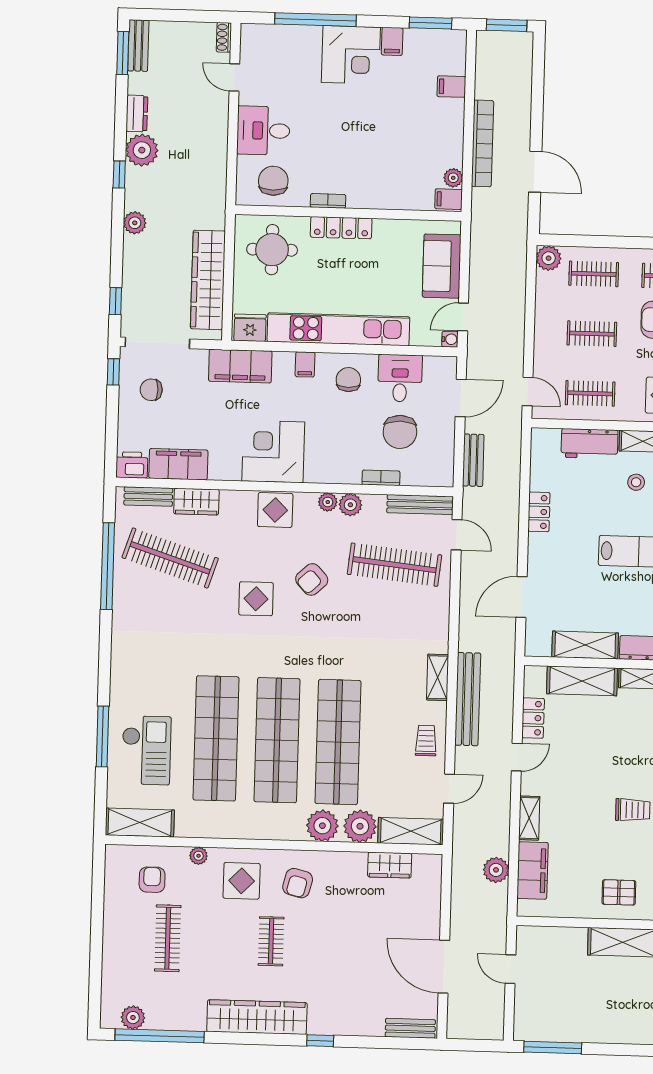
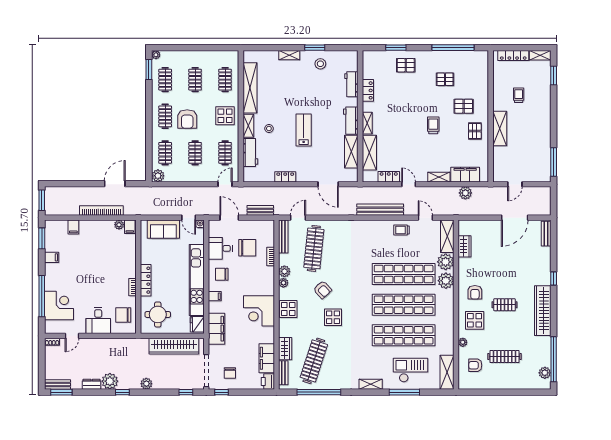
corner desk: (351, 55) -> (59, 306), moved
shelving: (438, 677) -> (371, 384), moved
armchair: (298, 883) -> (475, 292), turned 76

